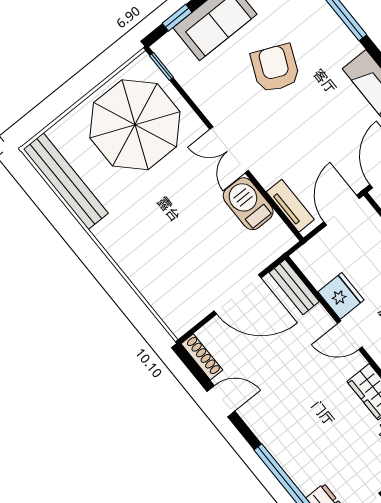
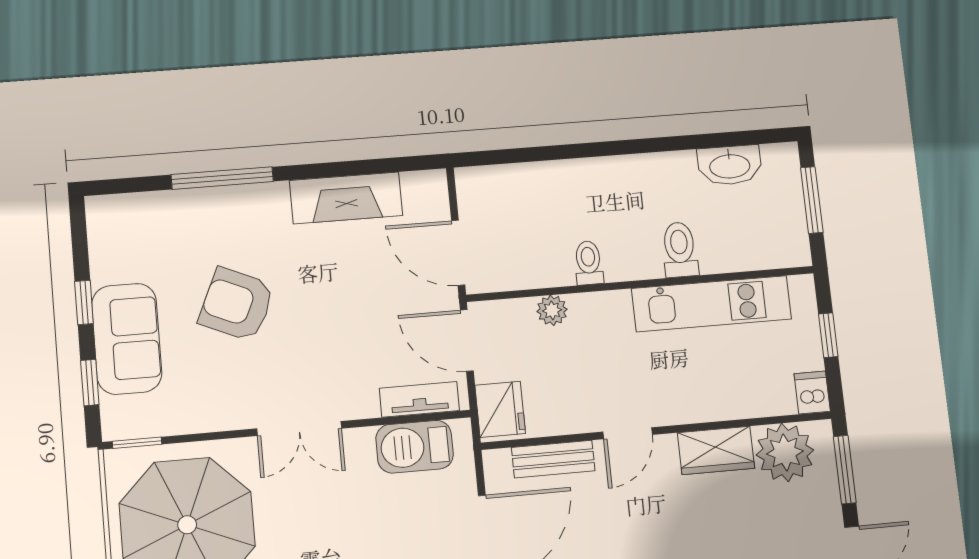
barbecue: (248, 204) -> (415, 447), moved
bench: (294, 287) -> (553, 459), moved
fridge: (341, 296) -> (500, 409), moved, turned 90

